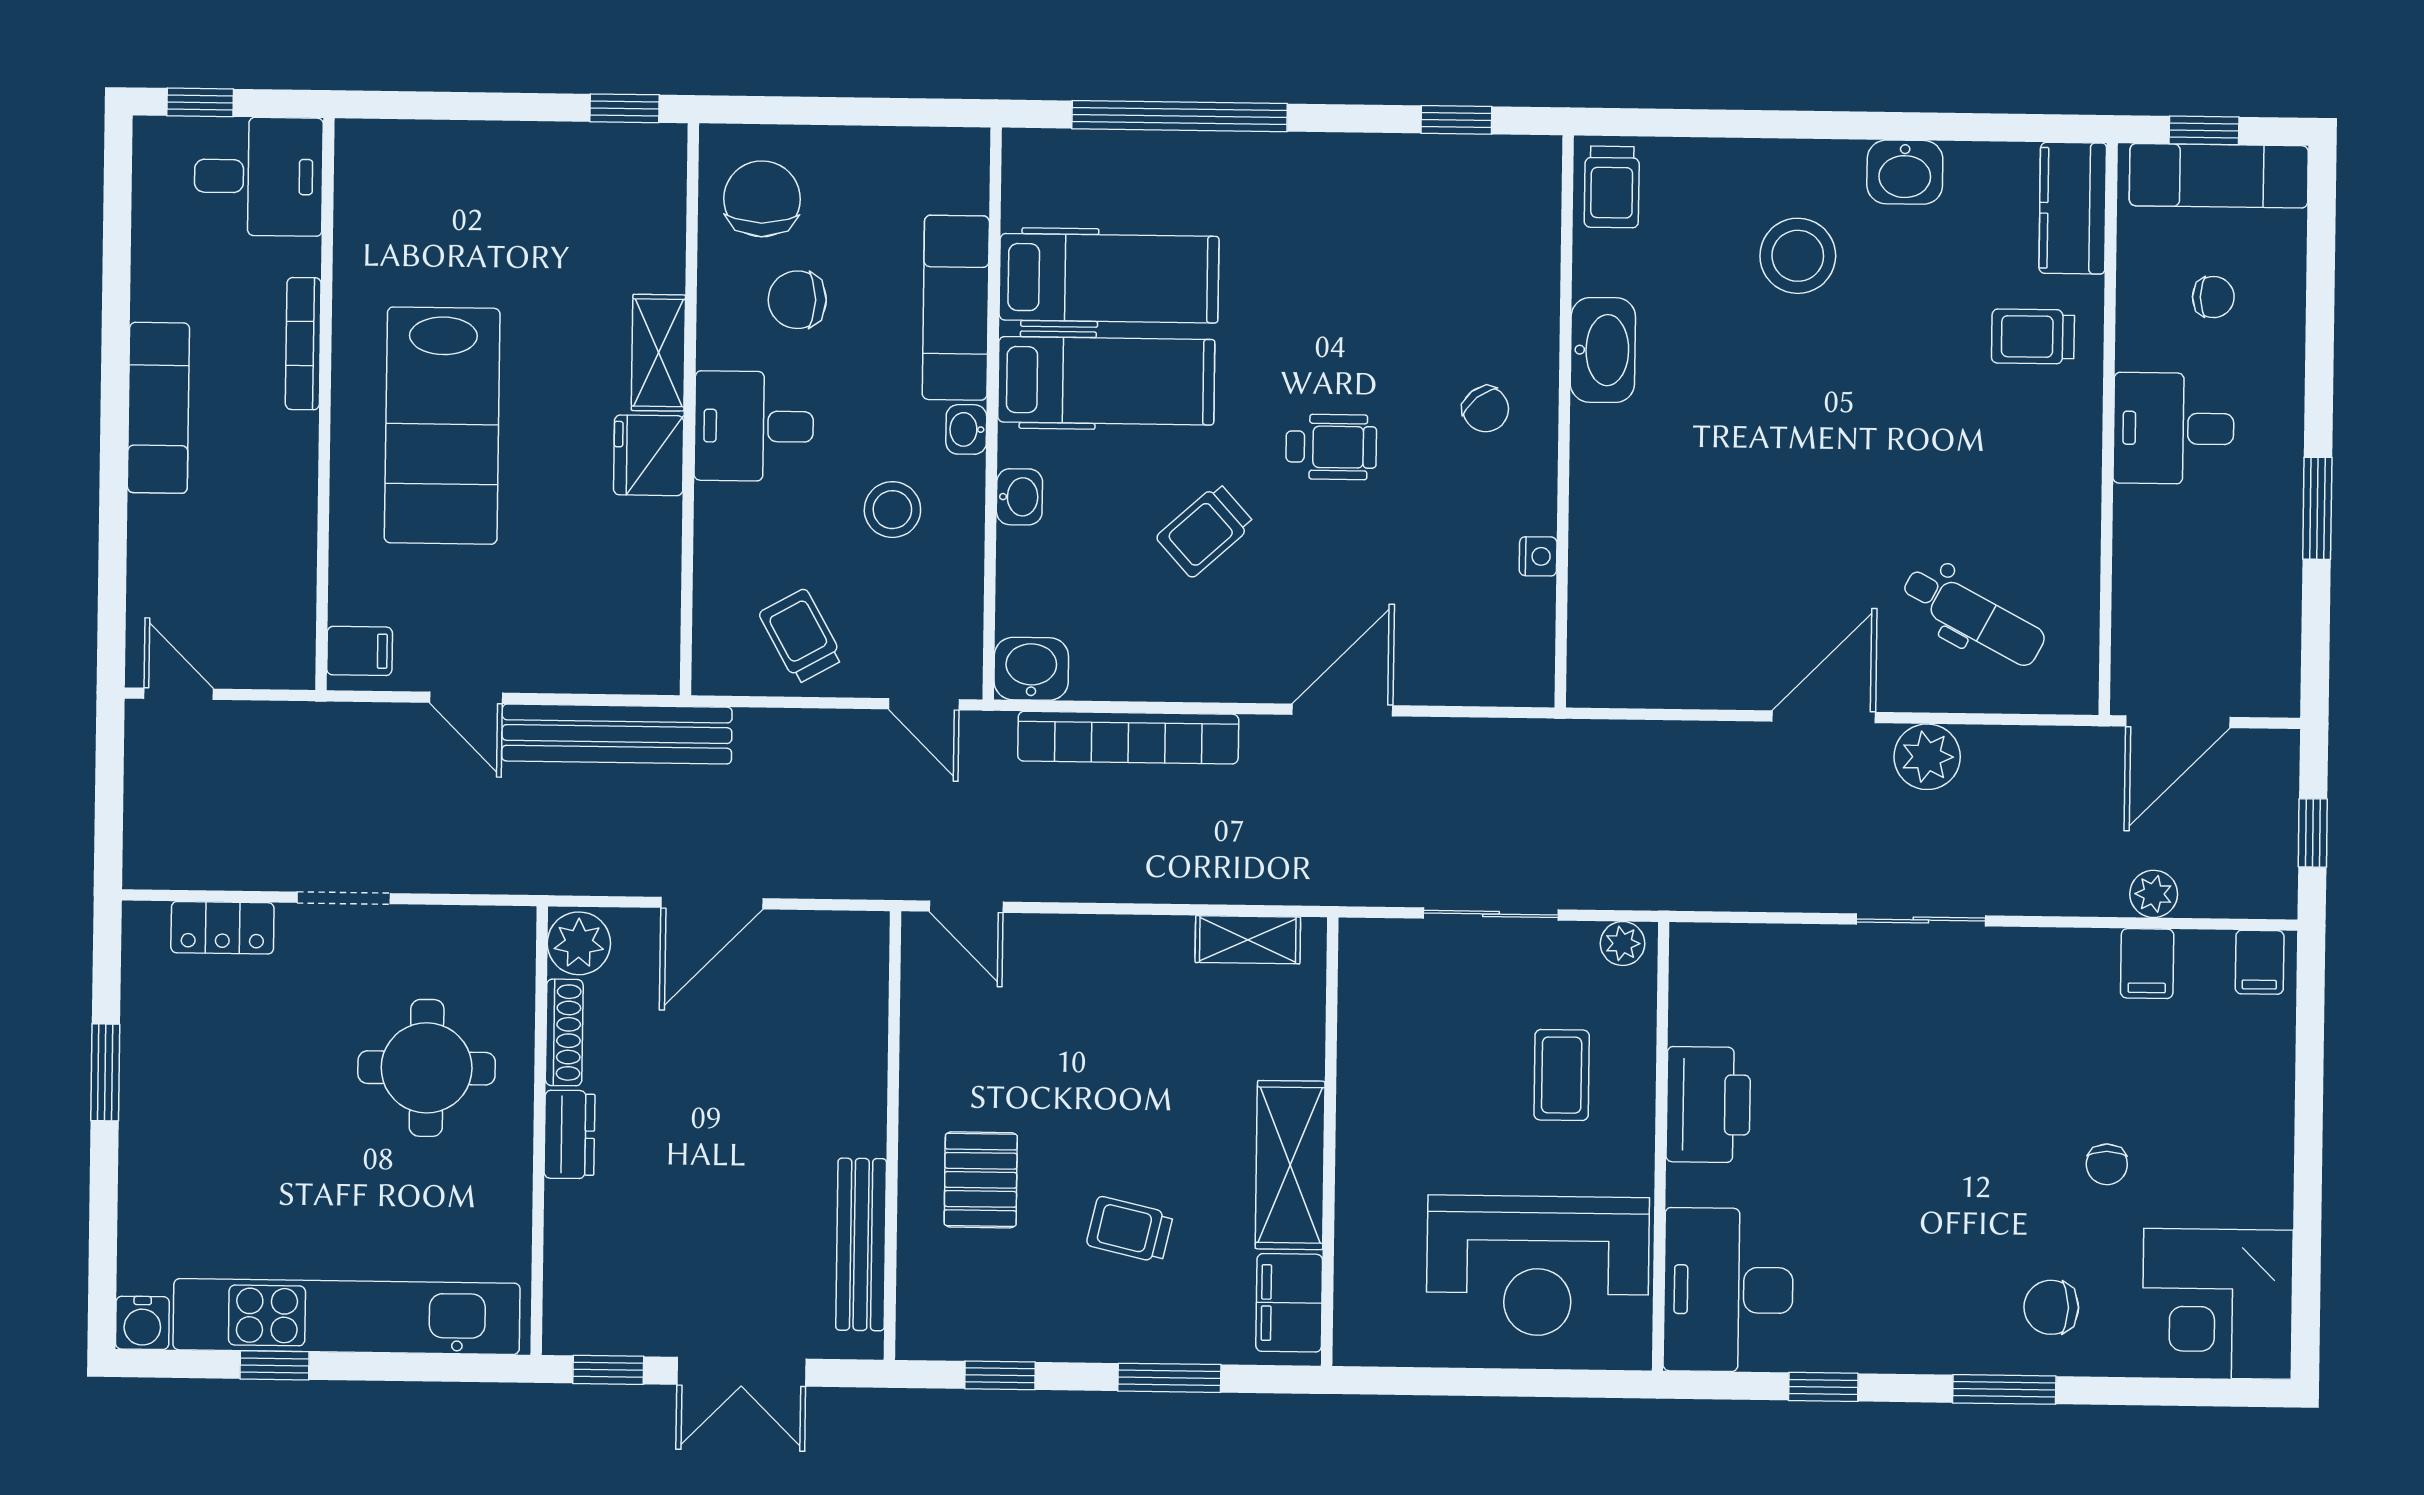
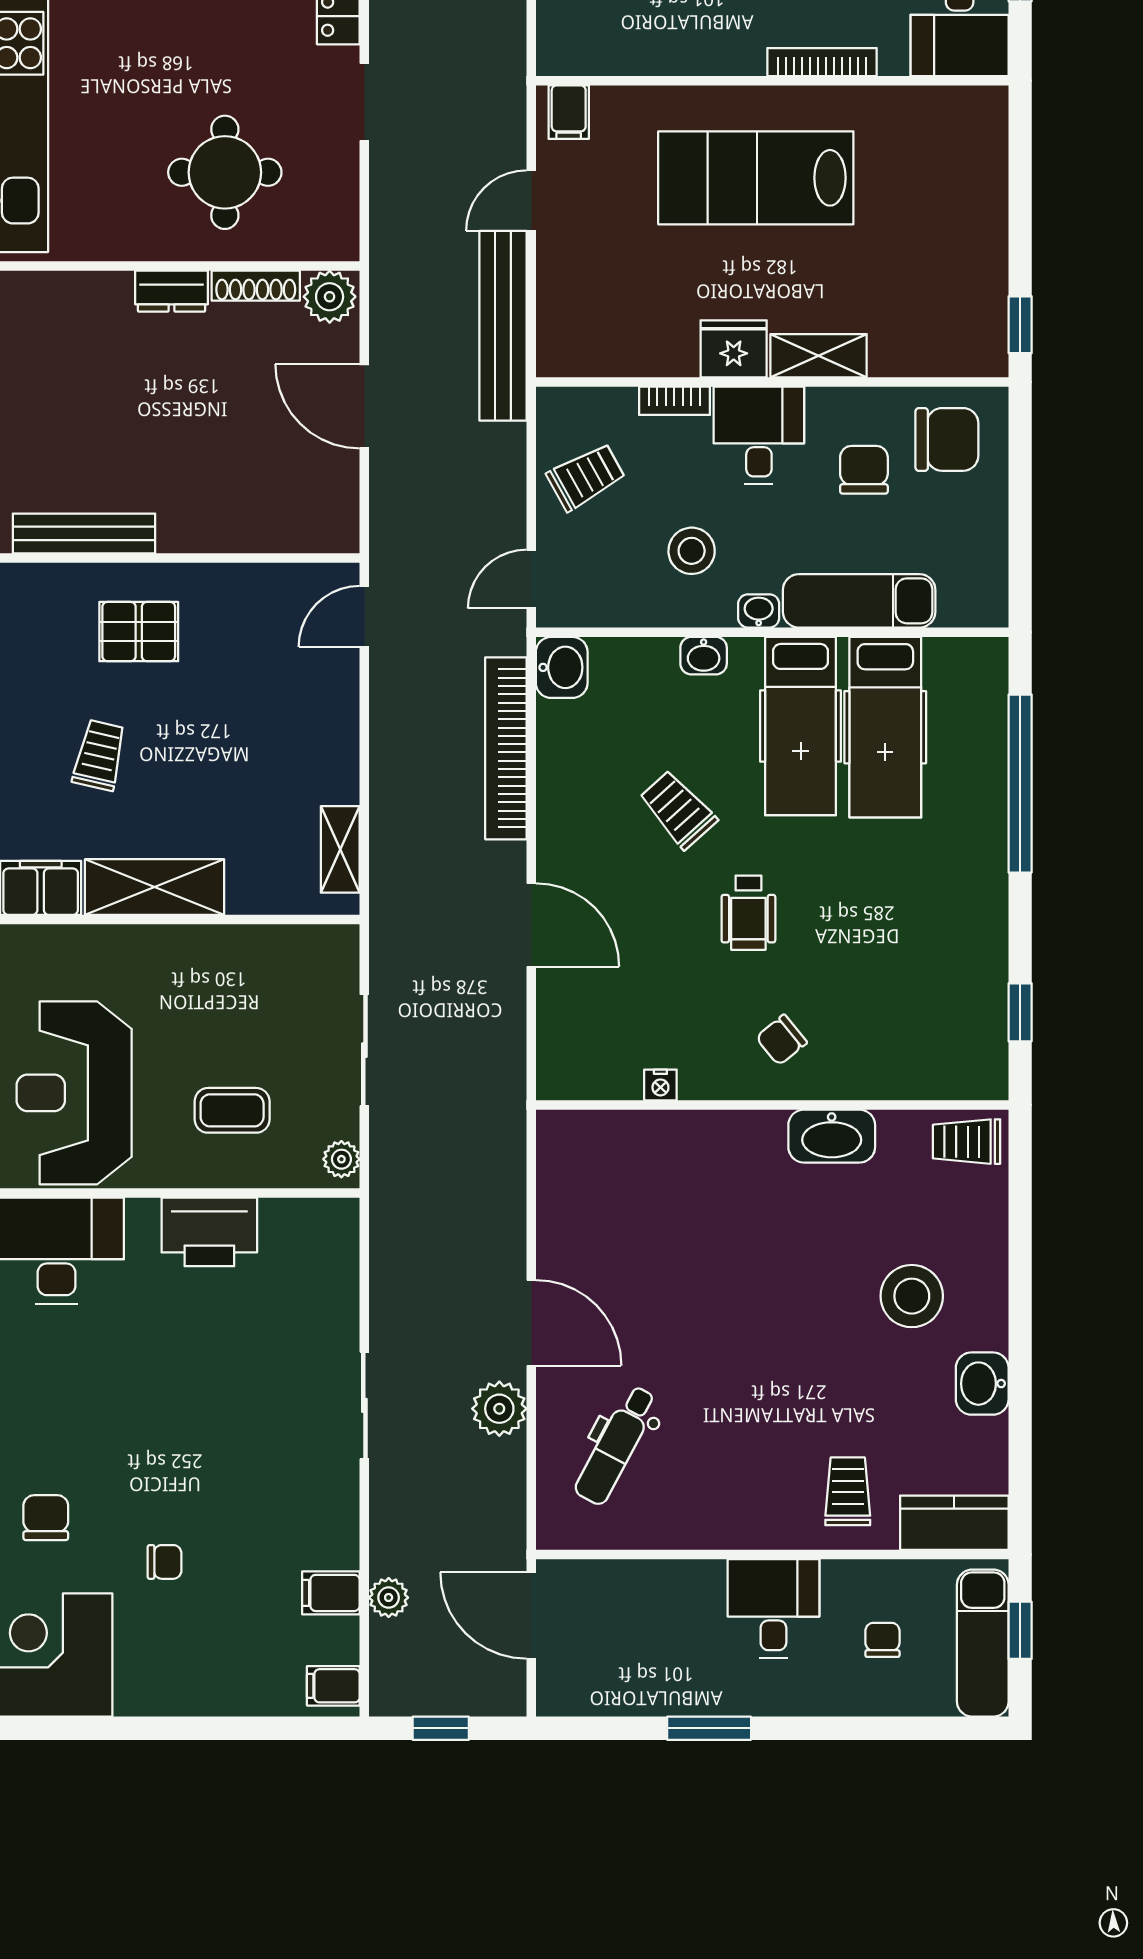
chair: (2213, 297) -> (882, 1640), turned 180
bookcase: (711, 528) -> (674, 401), added
chair: (2107, 1164) -> (165, 1562), turned 180

